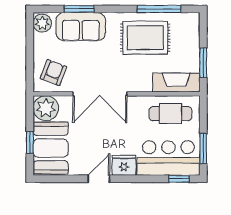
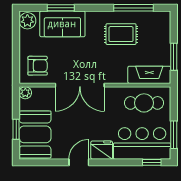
rug: (145, 38) -> (121, 34), width x0.73, depth x0.70
armchair: (53, 73) -> (38, 66), turned 69
plant: (46, 108) -> (25, 93), width x0.53, depth x0.53

